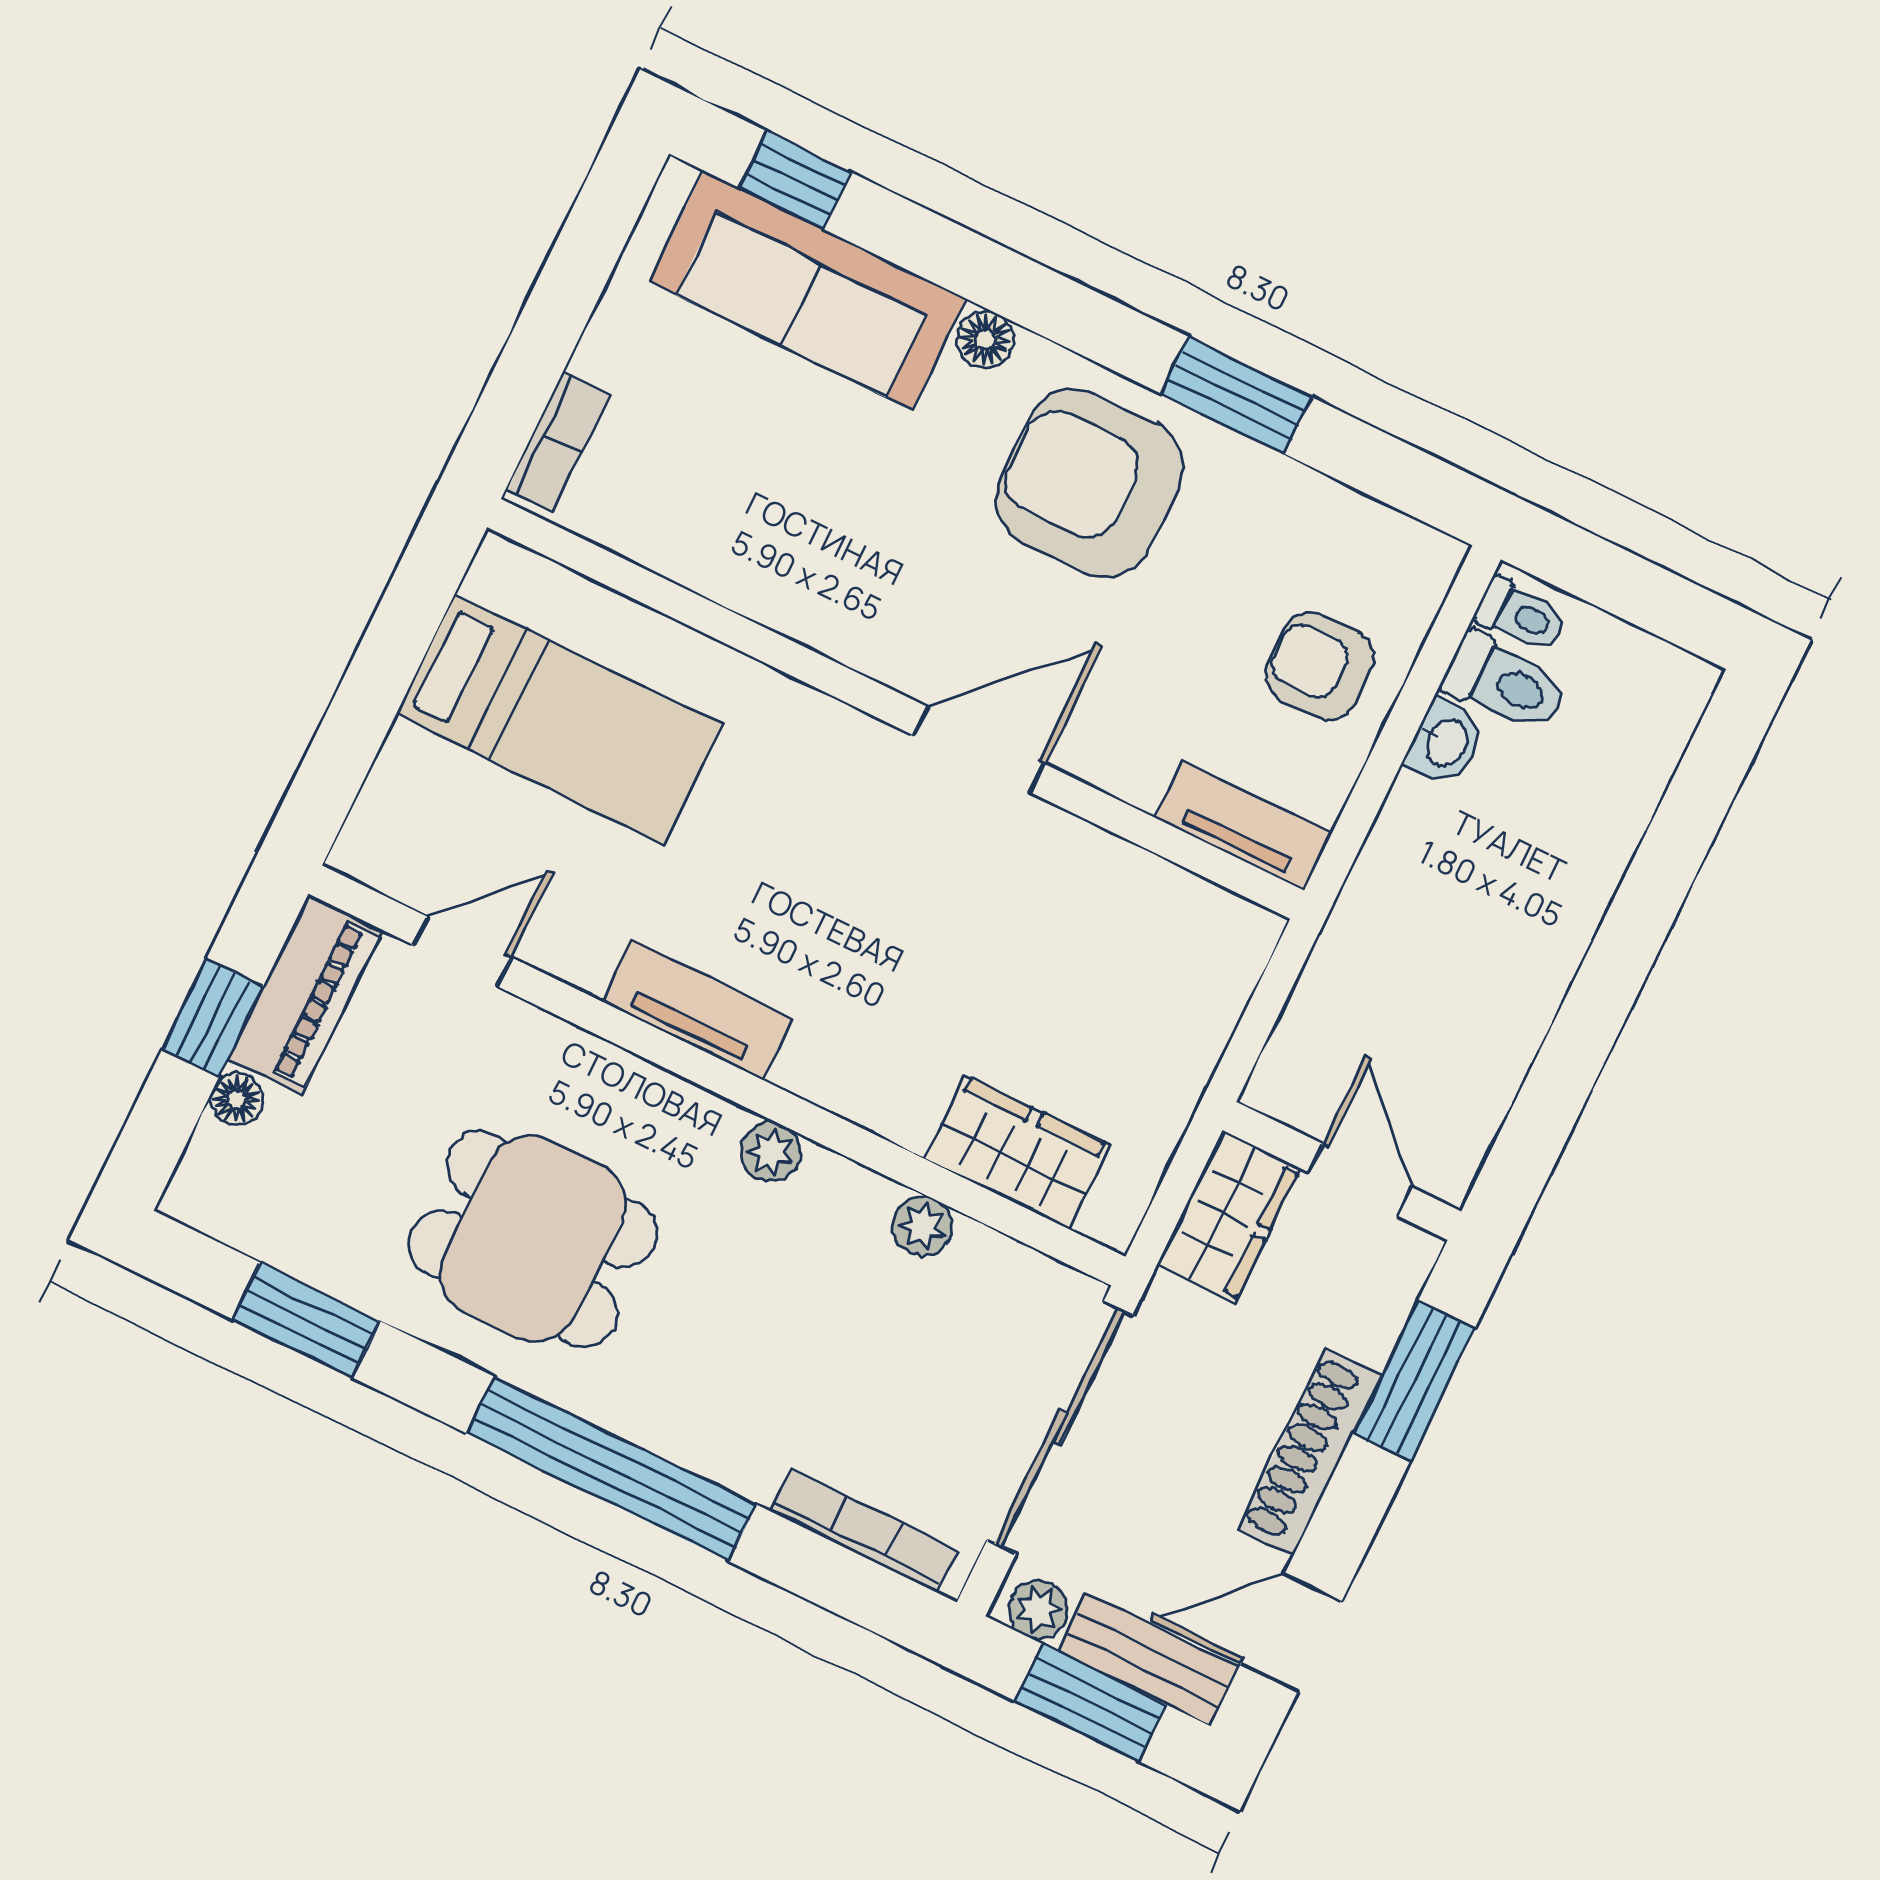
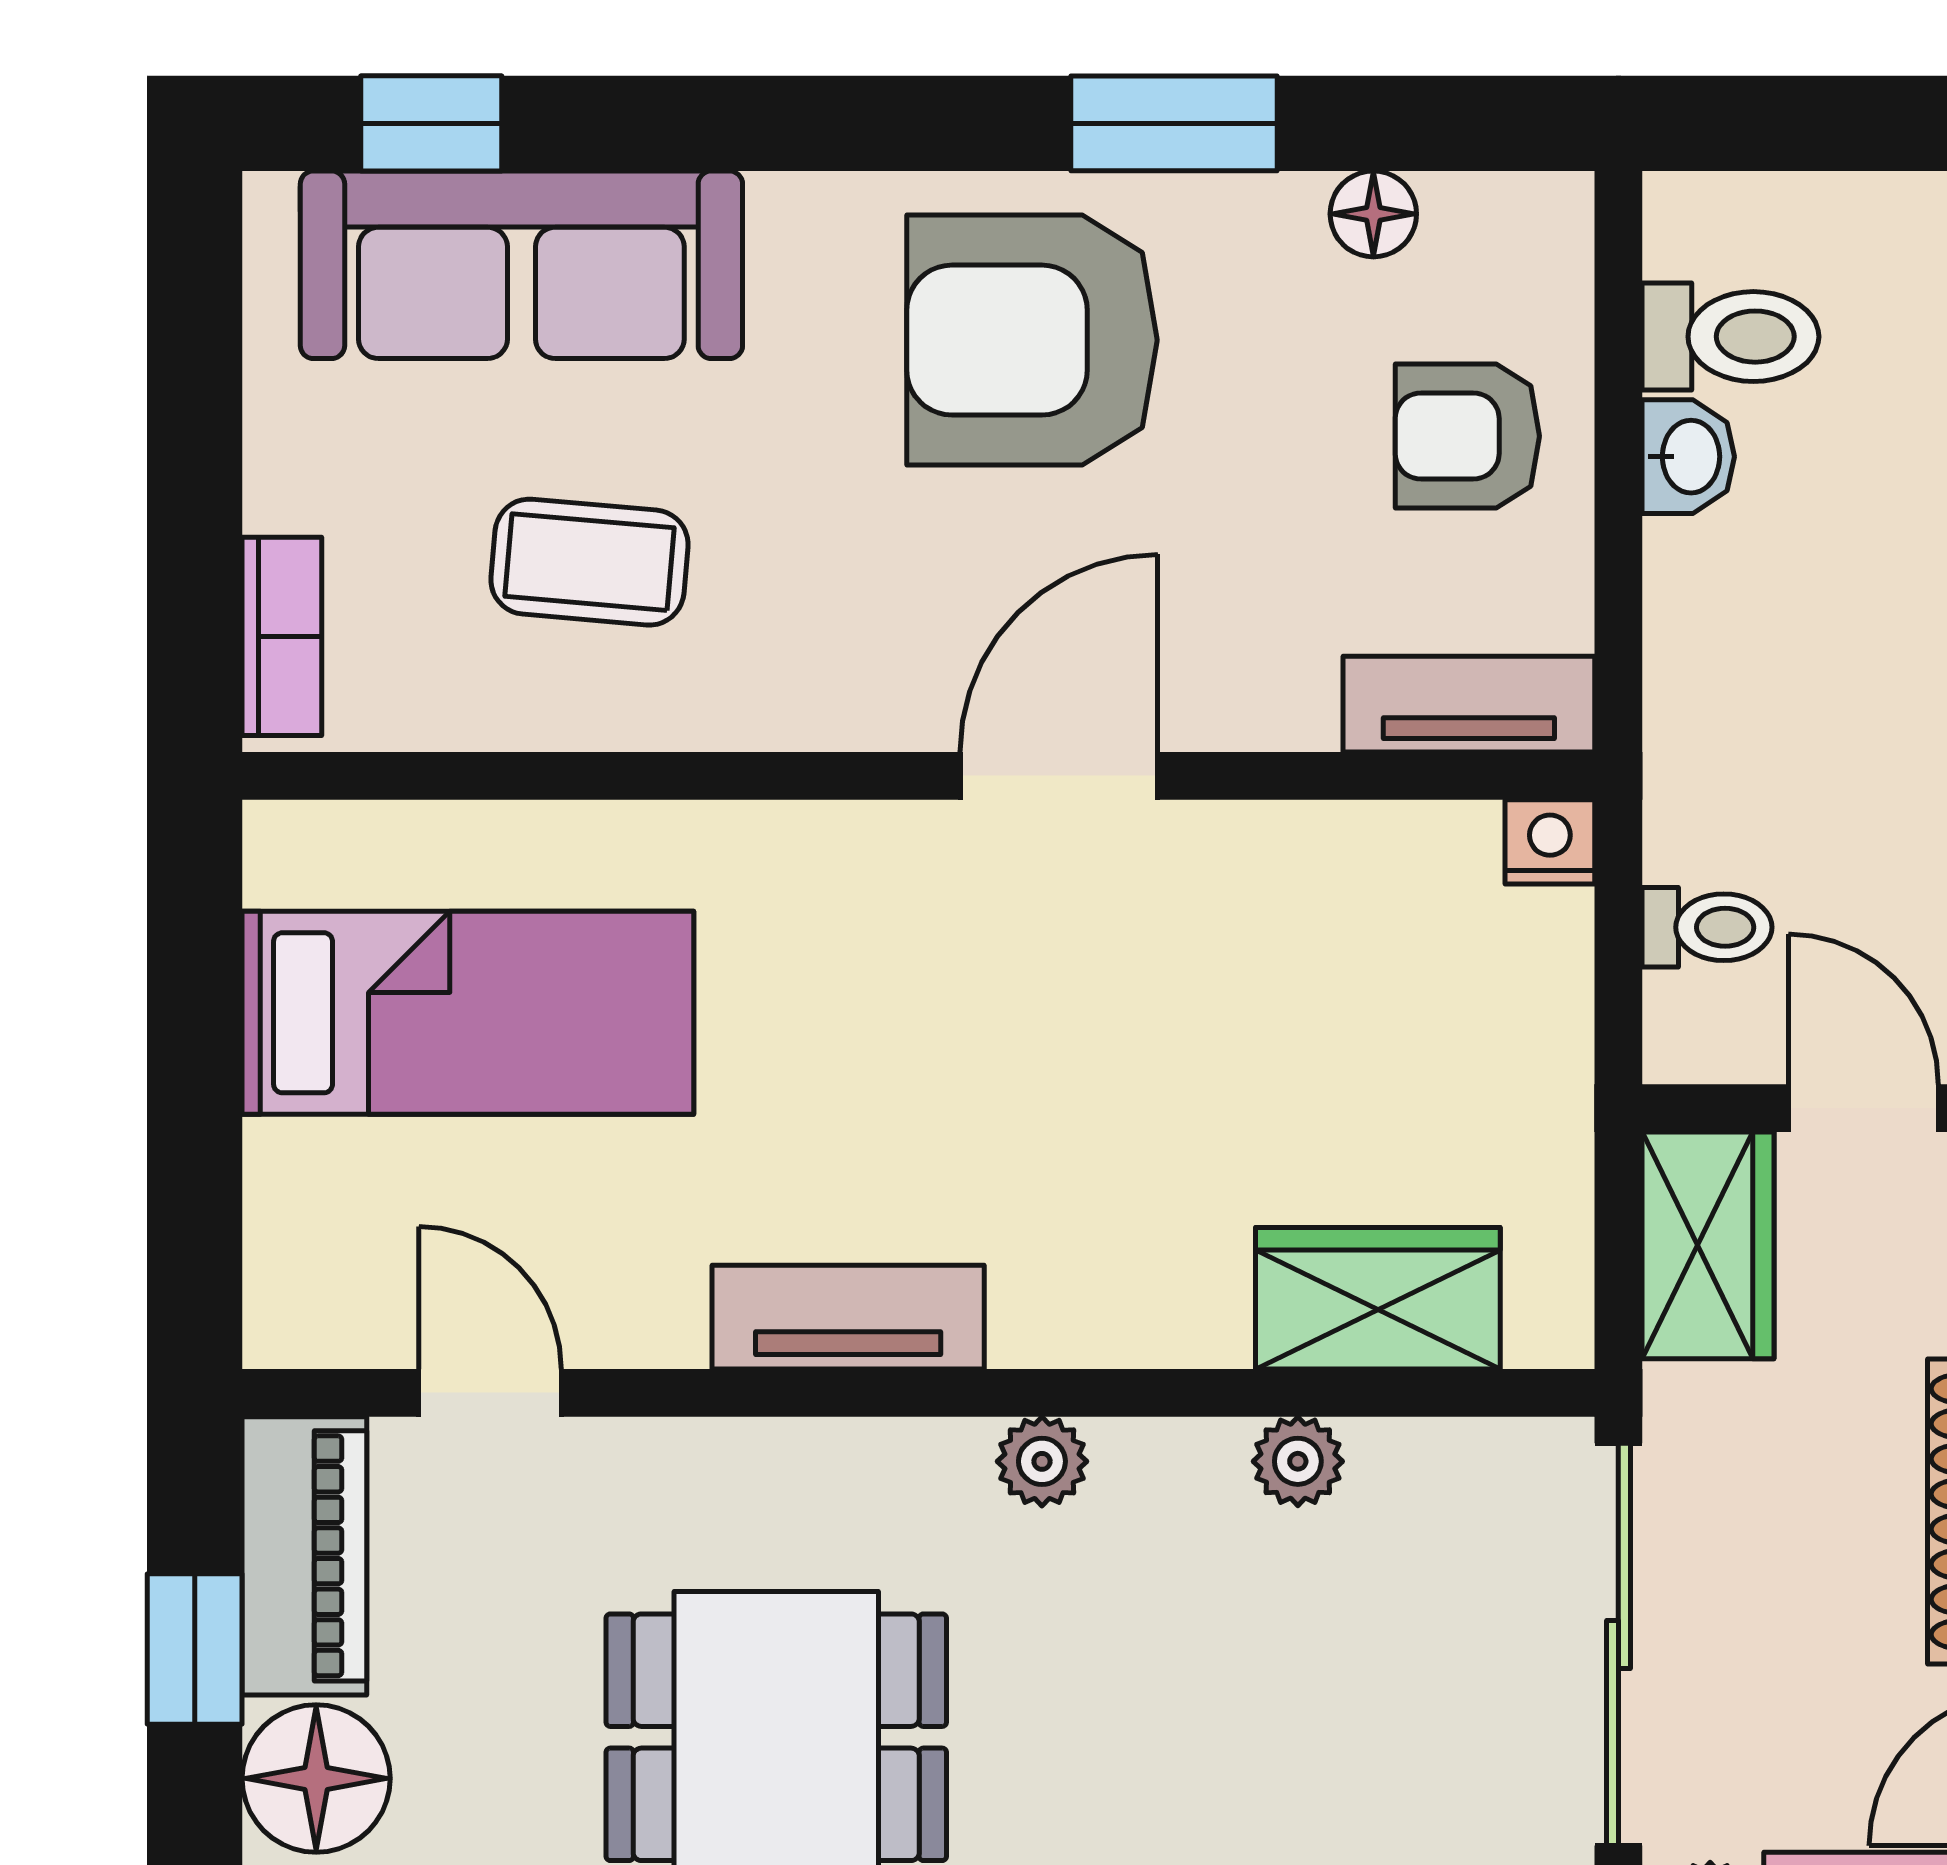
floor lamp: (985, 339) -> (1373, 214), moved
coffee table: (762, 487) -> (589, 562), added
toilet: (1521, 615) -> (1707, 927), moved
nightstand: (1251, 931) -> (1550, 842), added
door: (462, 951) -> (490, 1393), hinge flipped
floor lamp: (237, 1099) -> (316, 1778), width x1.89, depth x1.89

